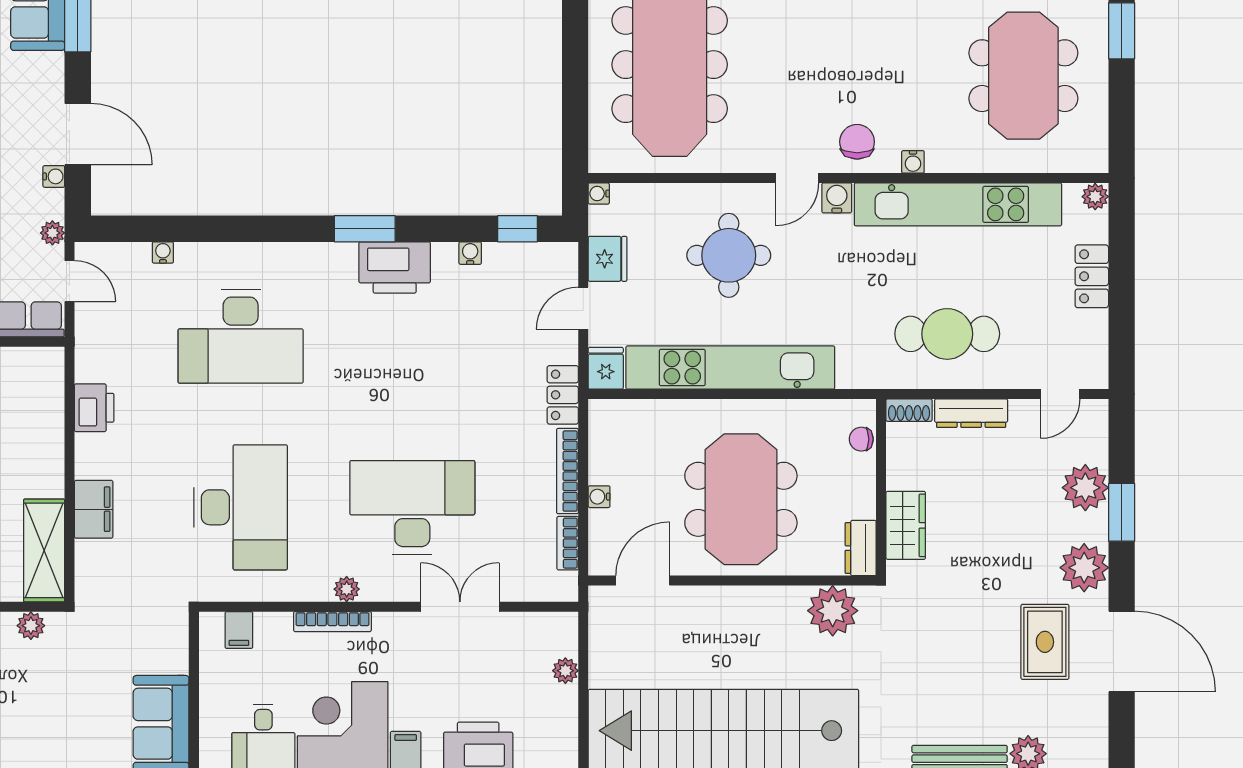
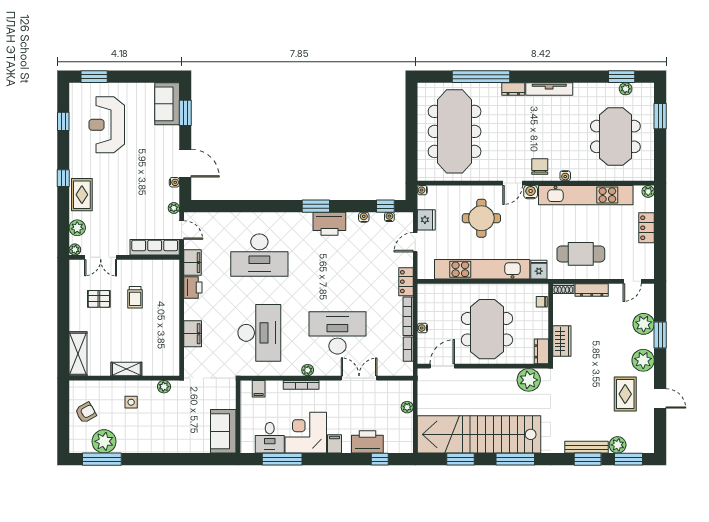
water cooler: (163, 252) -> (389, 217), moved
filing cabinet: (93, 353) -> (192, 263), added
fridge: (606, 368) -> (539, 270), moved
shelving: (44, 550) -> (170, 352), removed
door: (1122, 652) -> (660, 398), width x0.53

